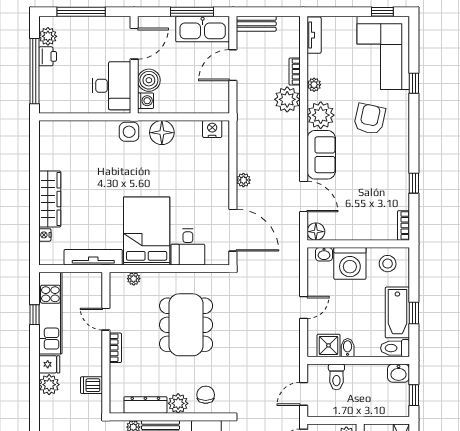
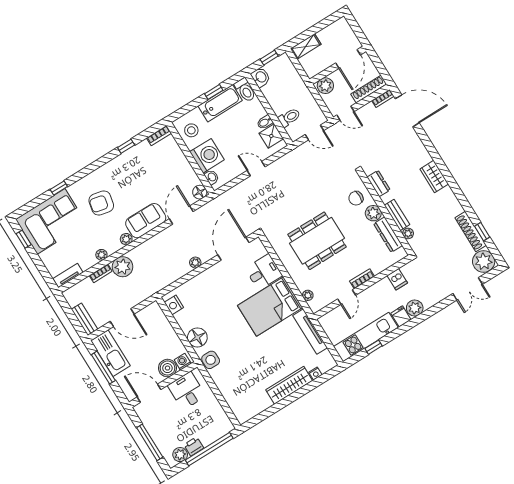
desk: (112, 86) -> (187, 391), width x0.73
plant: (321, 115) -> (126, 239), width x0.53, depth x0.53

